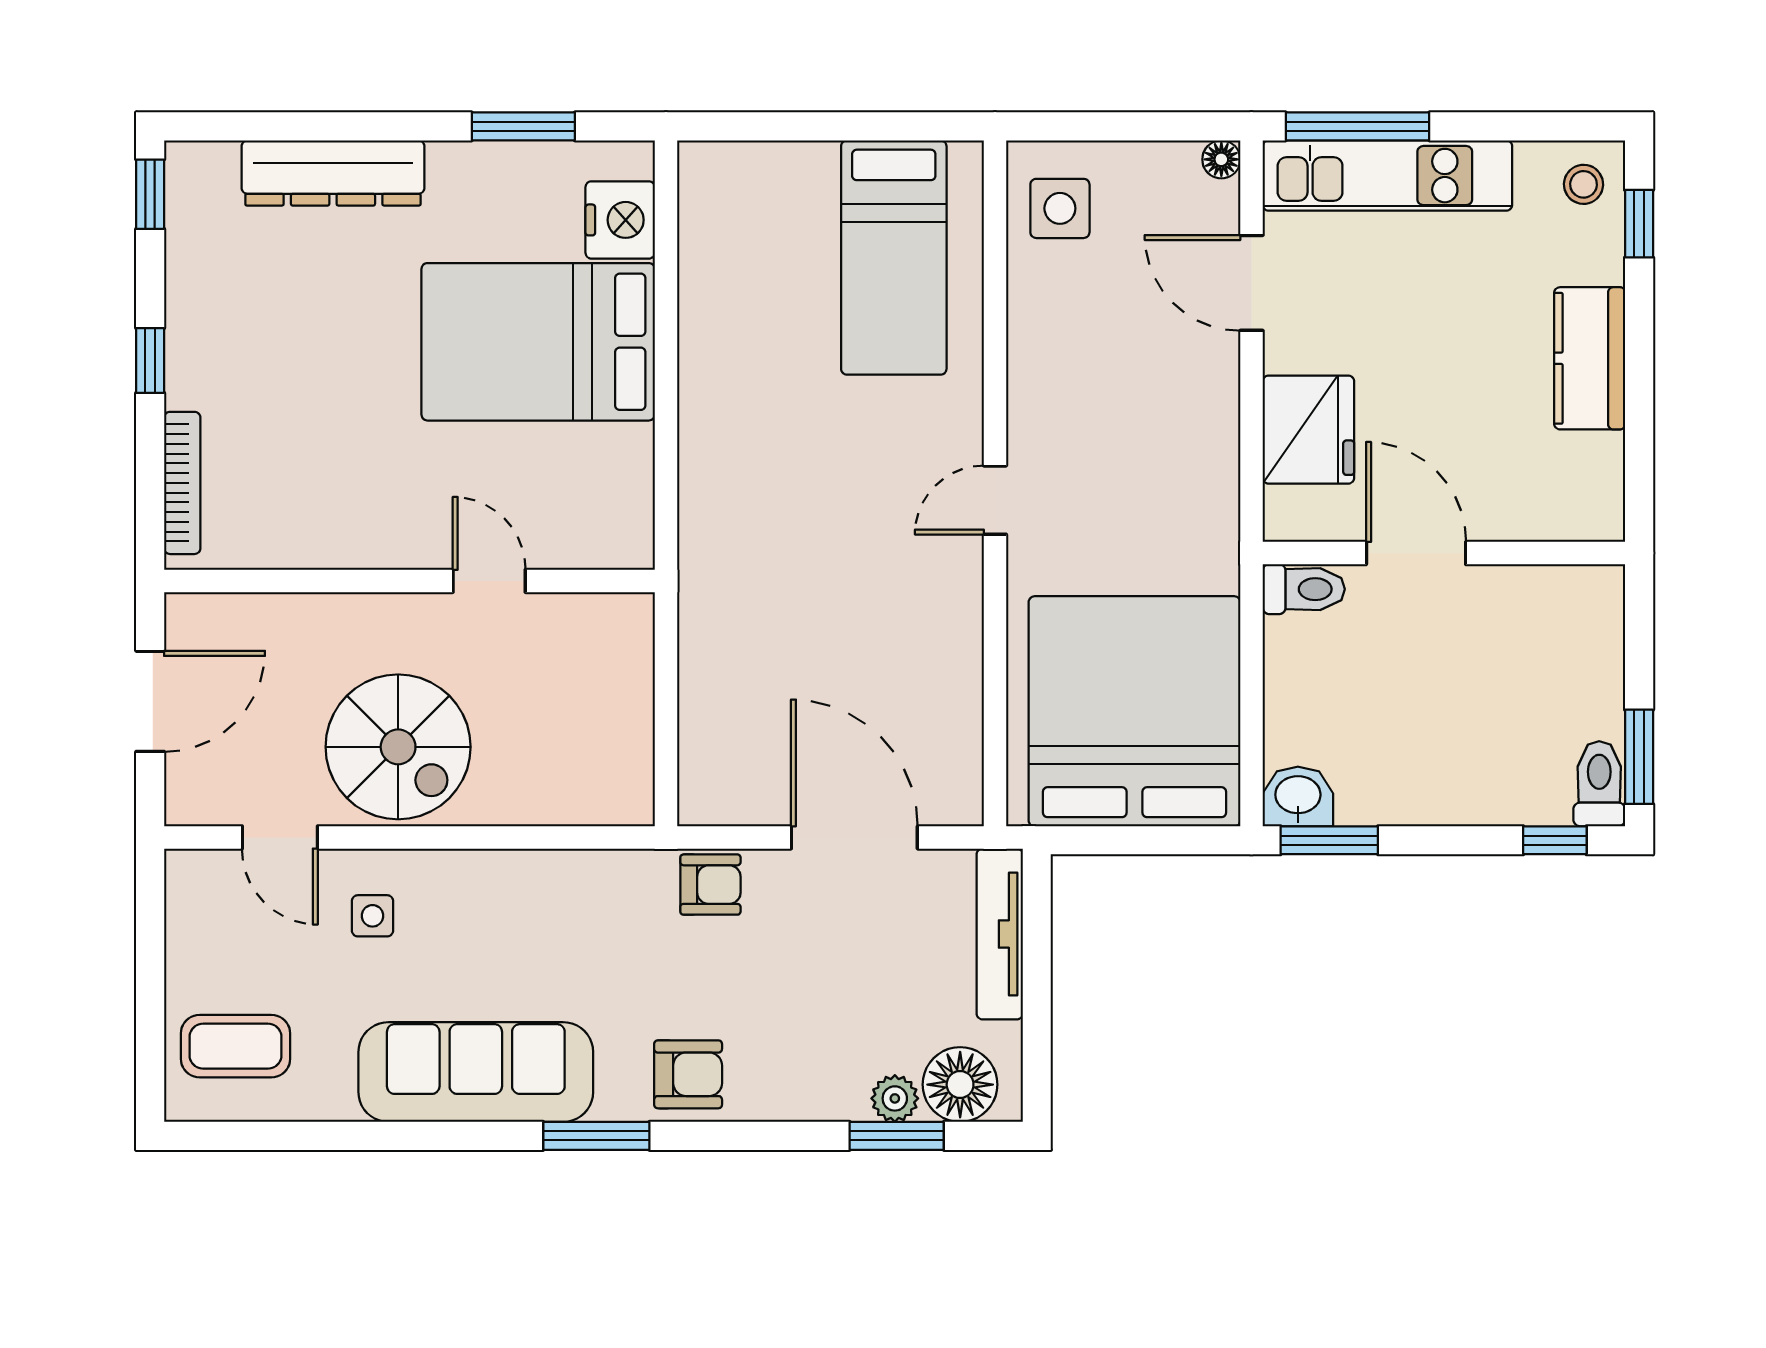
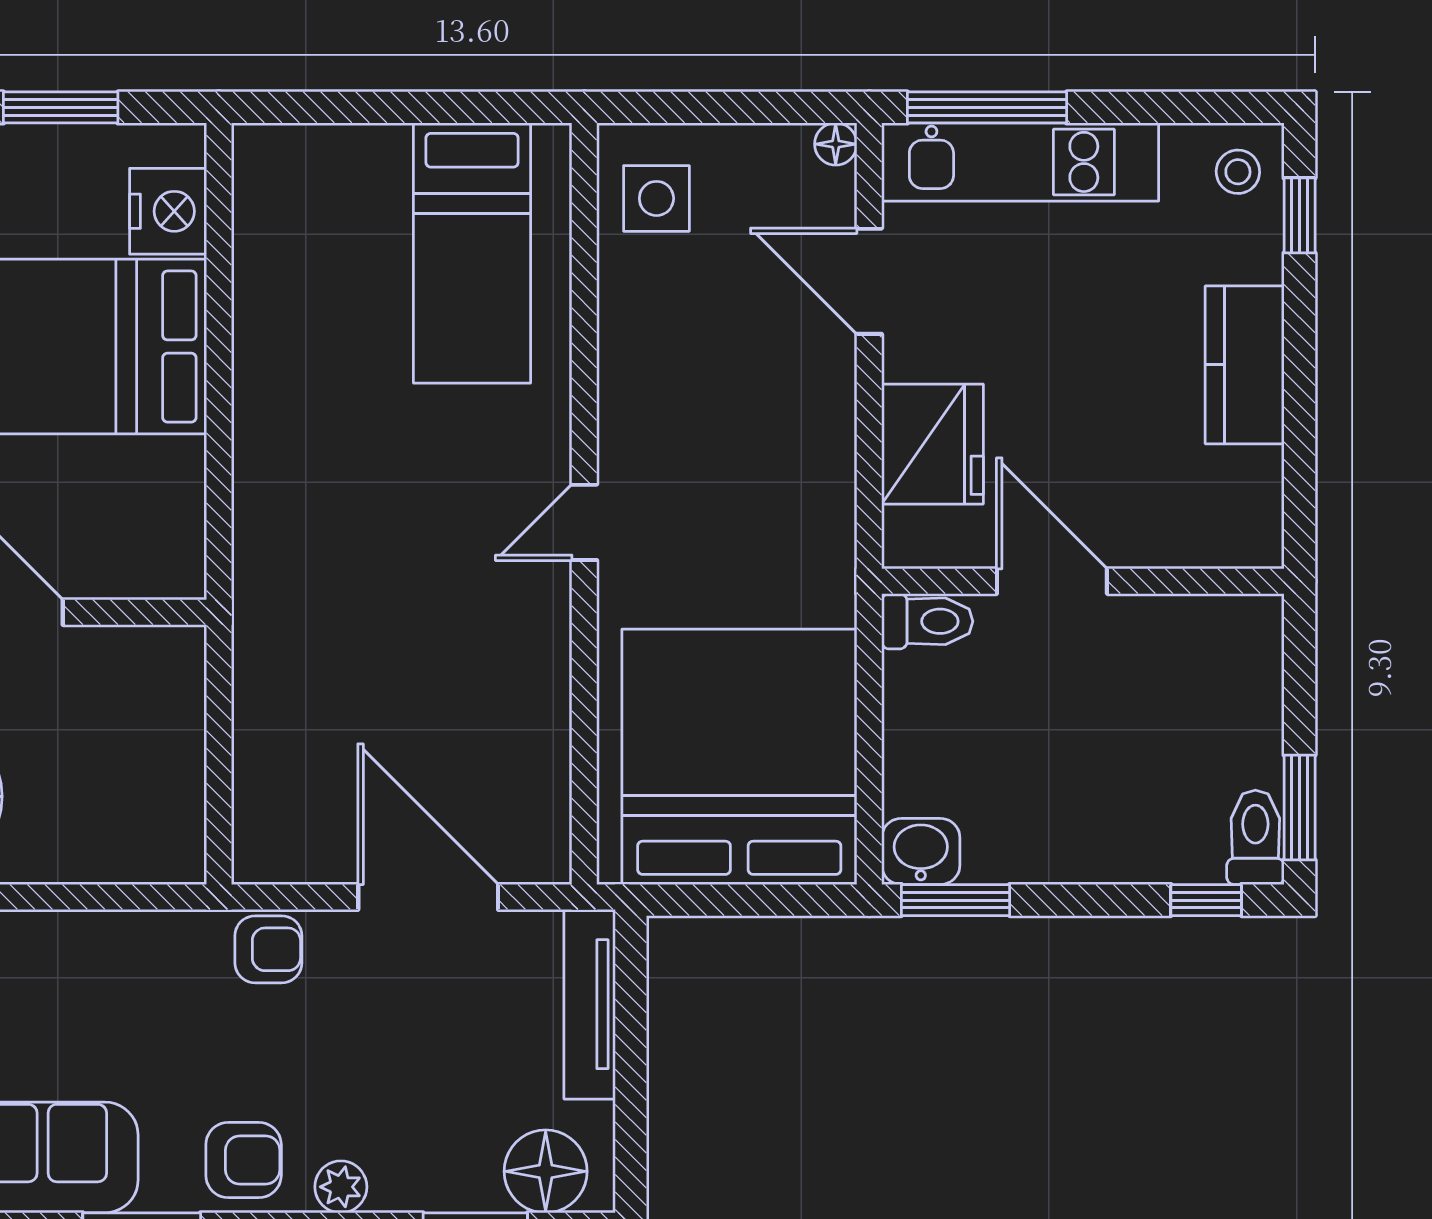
plant: (895, 1098) -> (341, 1187), moved

